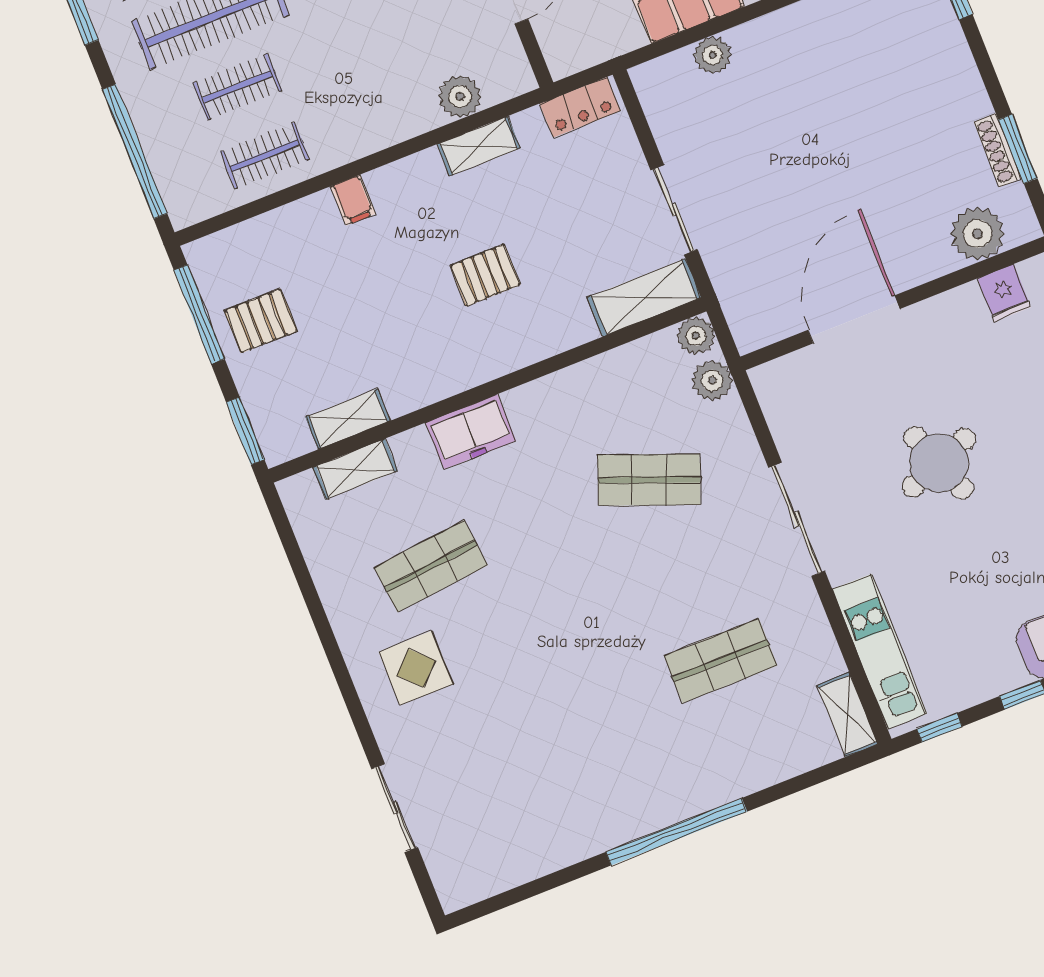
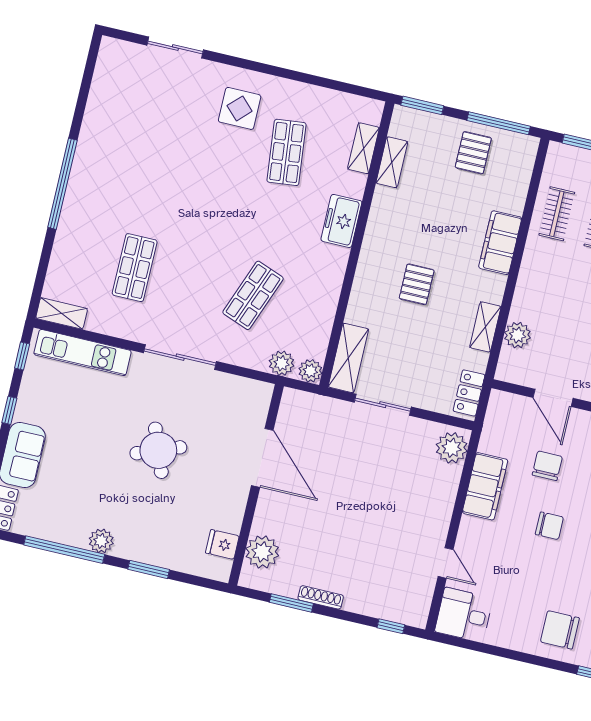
plant: (713, 55) -> (452, 448), moved, width x1.36, depth x1.36
shoe rack: (998, 150) -> (321, 597), moved
filing cabinet: (353, 200) -> (500, 243), width x3.00, depth x1.17

